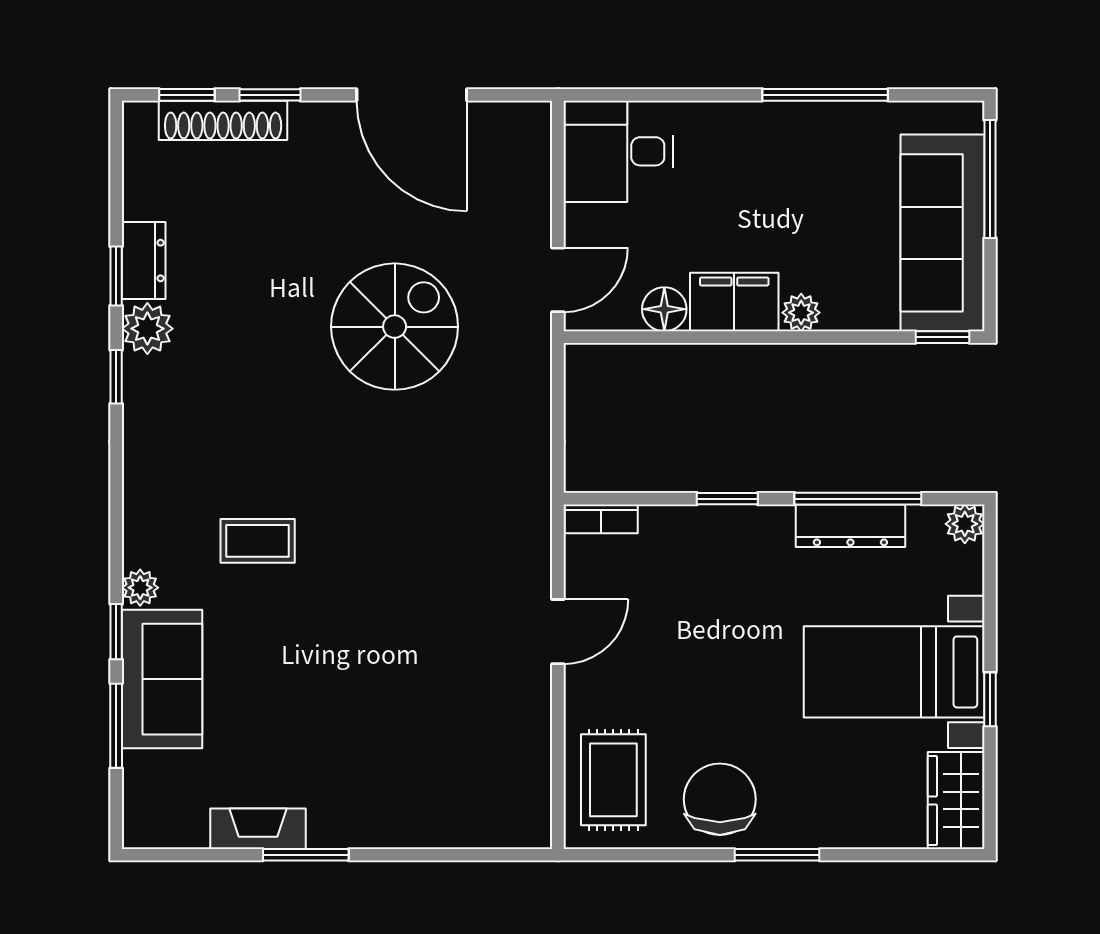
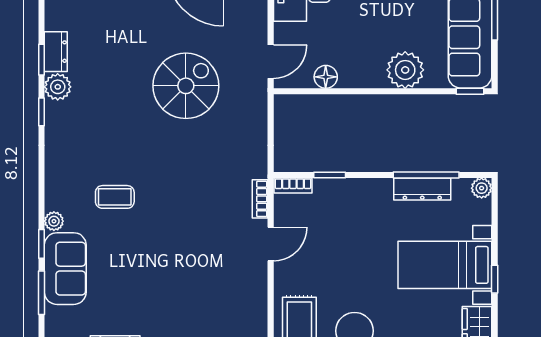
filing cabinet: (734, 302) -> (362, 73), removed
plant: (801, 313) -> (405, 70), width x1.88, depth x1.88
window: (727, 499) -> (330, 175), moved
bookcase: (537, 545) -> (260, 199), added

